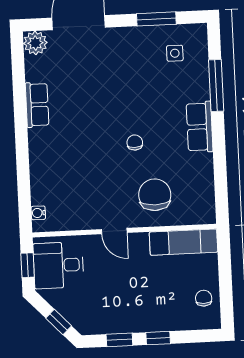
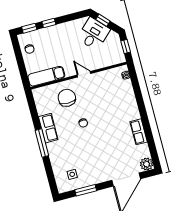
window: (216, 85) -> (42, 143), moved
row of seats: (200, 127) -> (48, 128), moved
chair: (155, 195) -> (67, 98), turned 180
desk: (58, 265) -> (93, 34), moved, turned -43
window: (119, 340) -> (29, 28), moved

